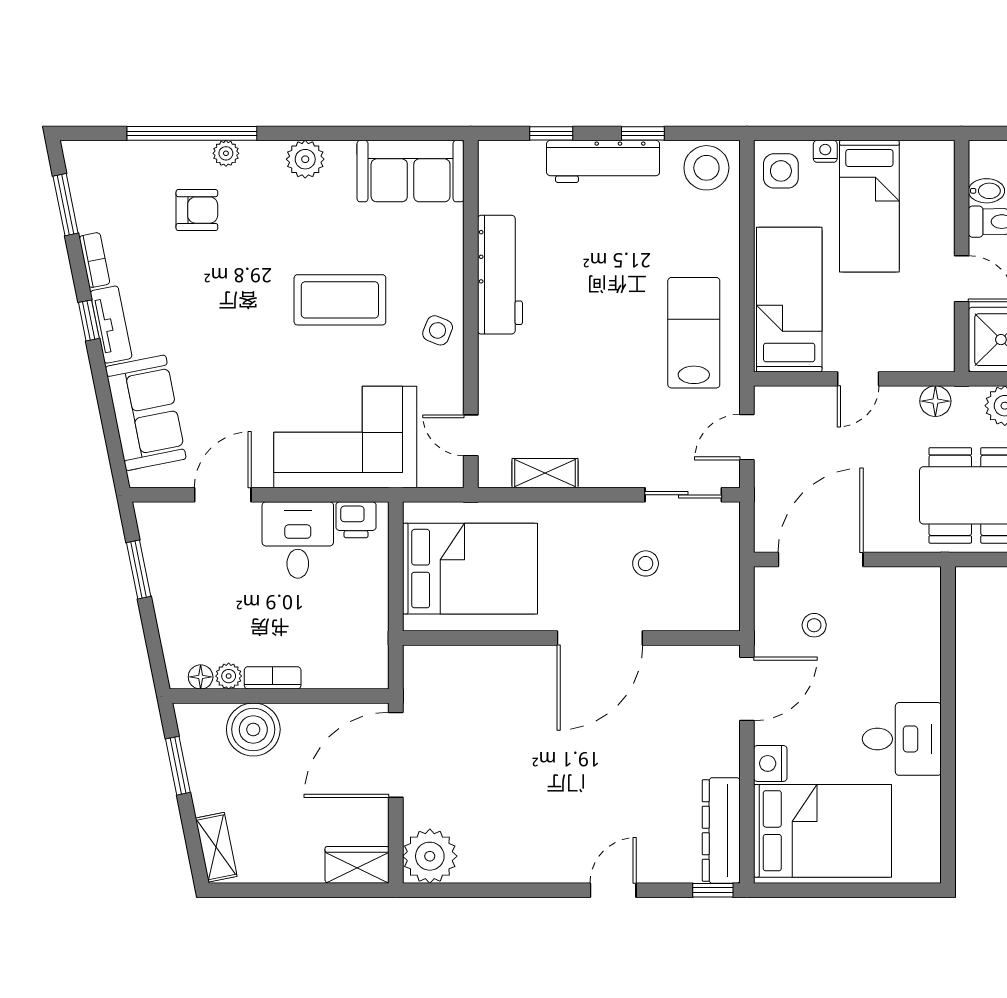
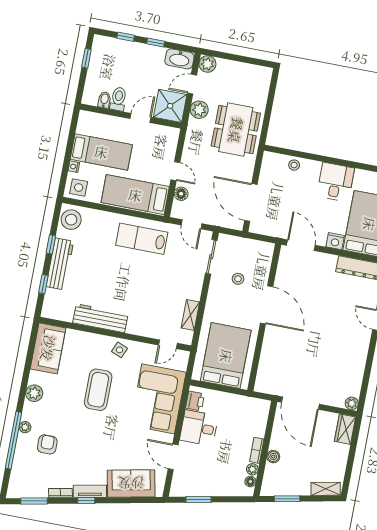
floor lamp: (935, 401) -> (181, 194), moved
stool: (814, 625) -> (294, 165), moved
boiler: (253, 729) -> (273, 457), width x0.54, depth x0.54
plant: (430, 856) -> (352, 403), width x0.53, depth x0.53

